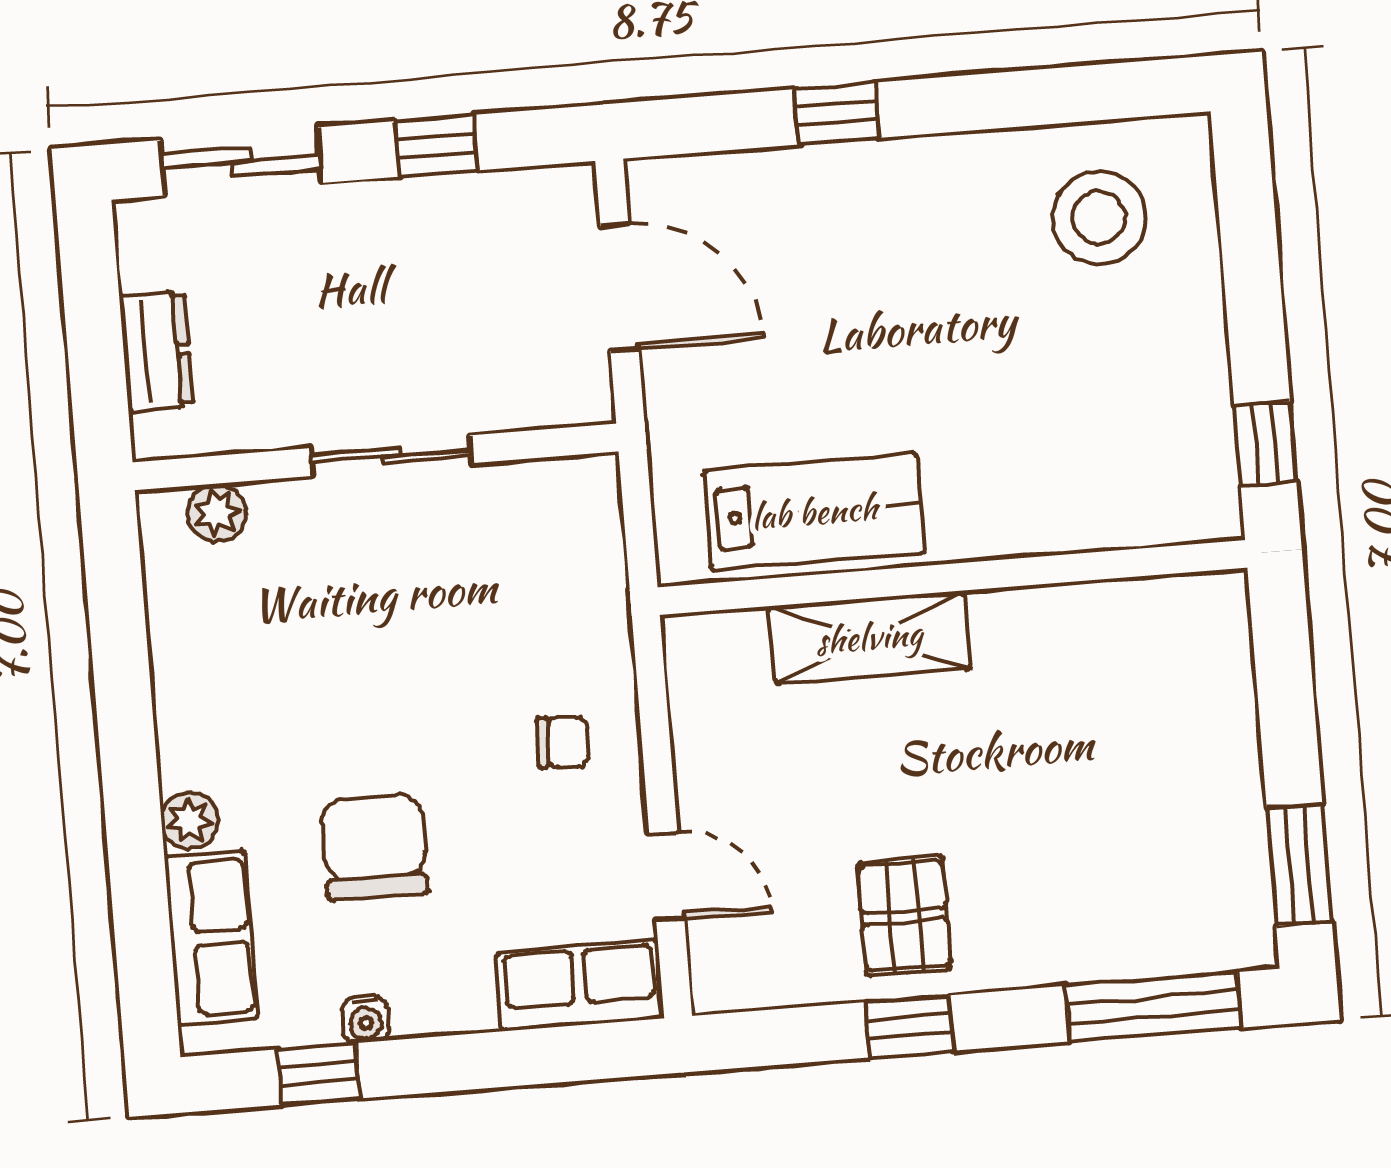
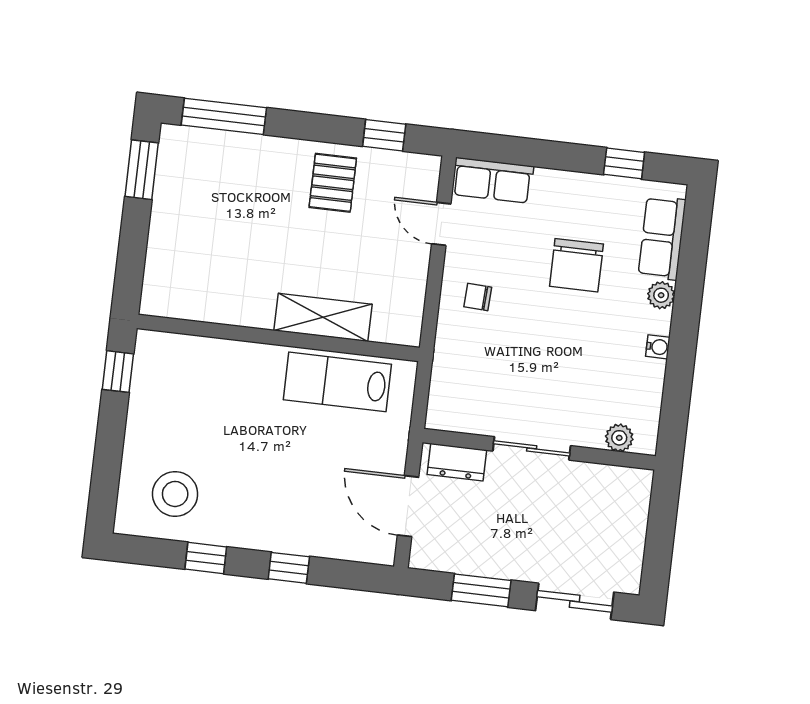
window: (1010, 100) -> (206, 558), added
window: (436, 146) -> (481, 590), width x1.50
dresser: (156, 351) -> (457, 462), moved, turned -90
water cooler: (365, 1019) -> (658, 347), moved, turned 90
window: (910, 1026) -> (384, 135), moved

